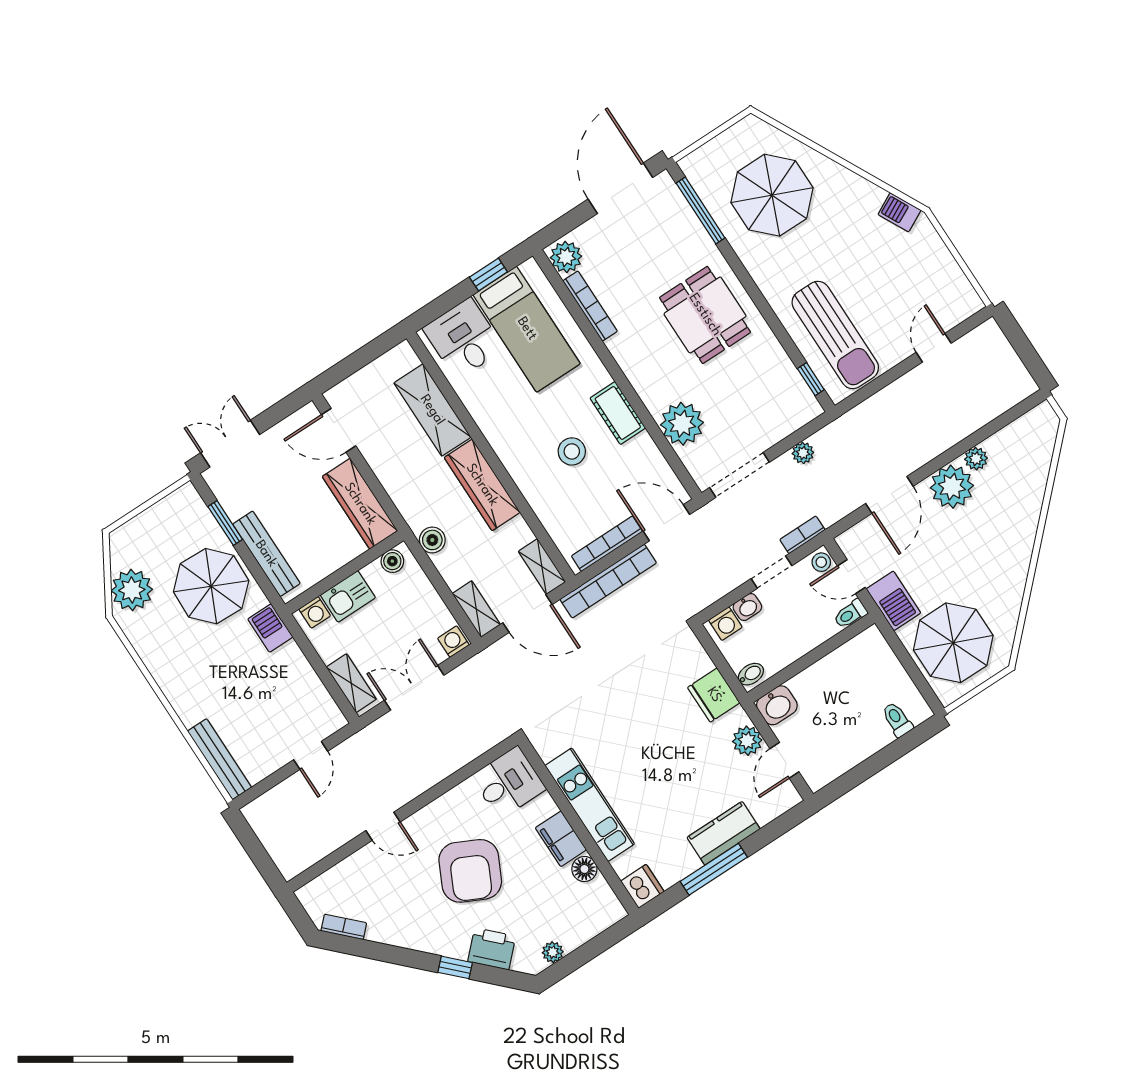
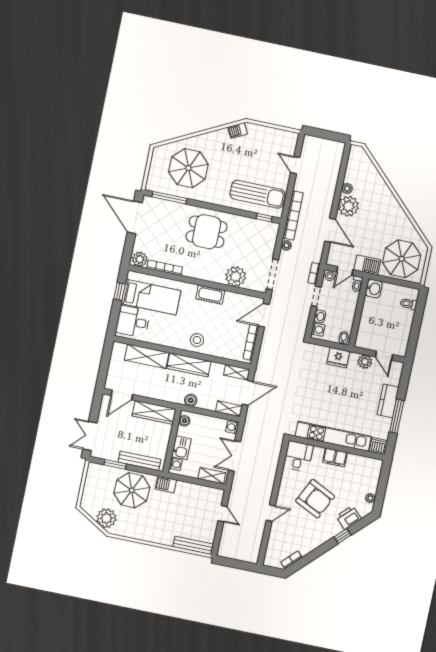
stool: (572, 451) -> (197, 340), moved
bookcase: (608, 581) -> (293, 215), moved
washbasin: (777, 705) -> (374, 289), moved
kitchen unit: (590, 805) -> (333, 436), width x1.36
floor lamp: (584, 869) -> (353, 460), removed

